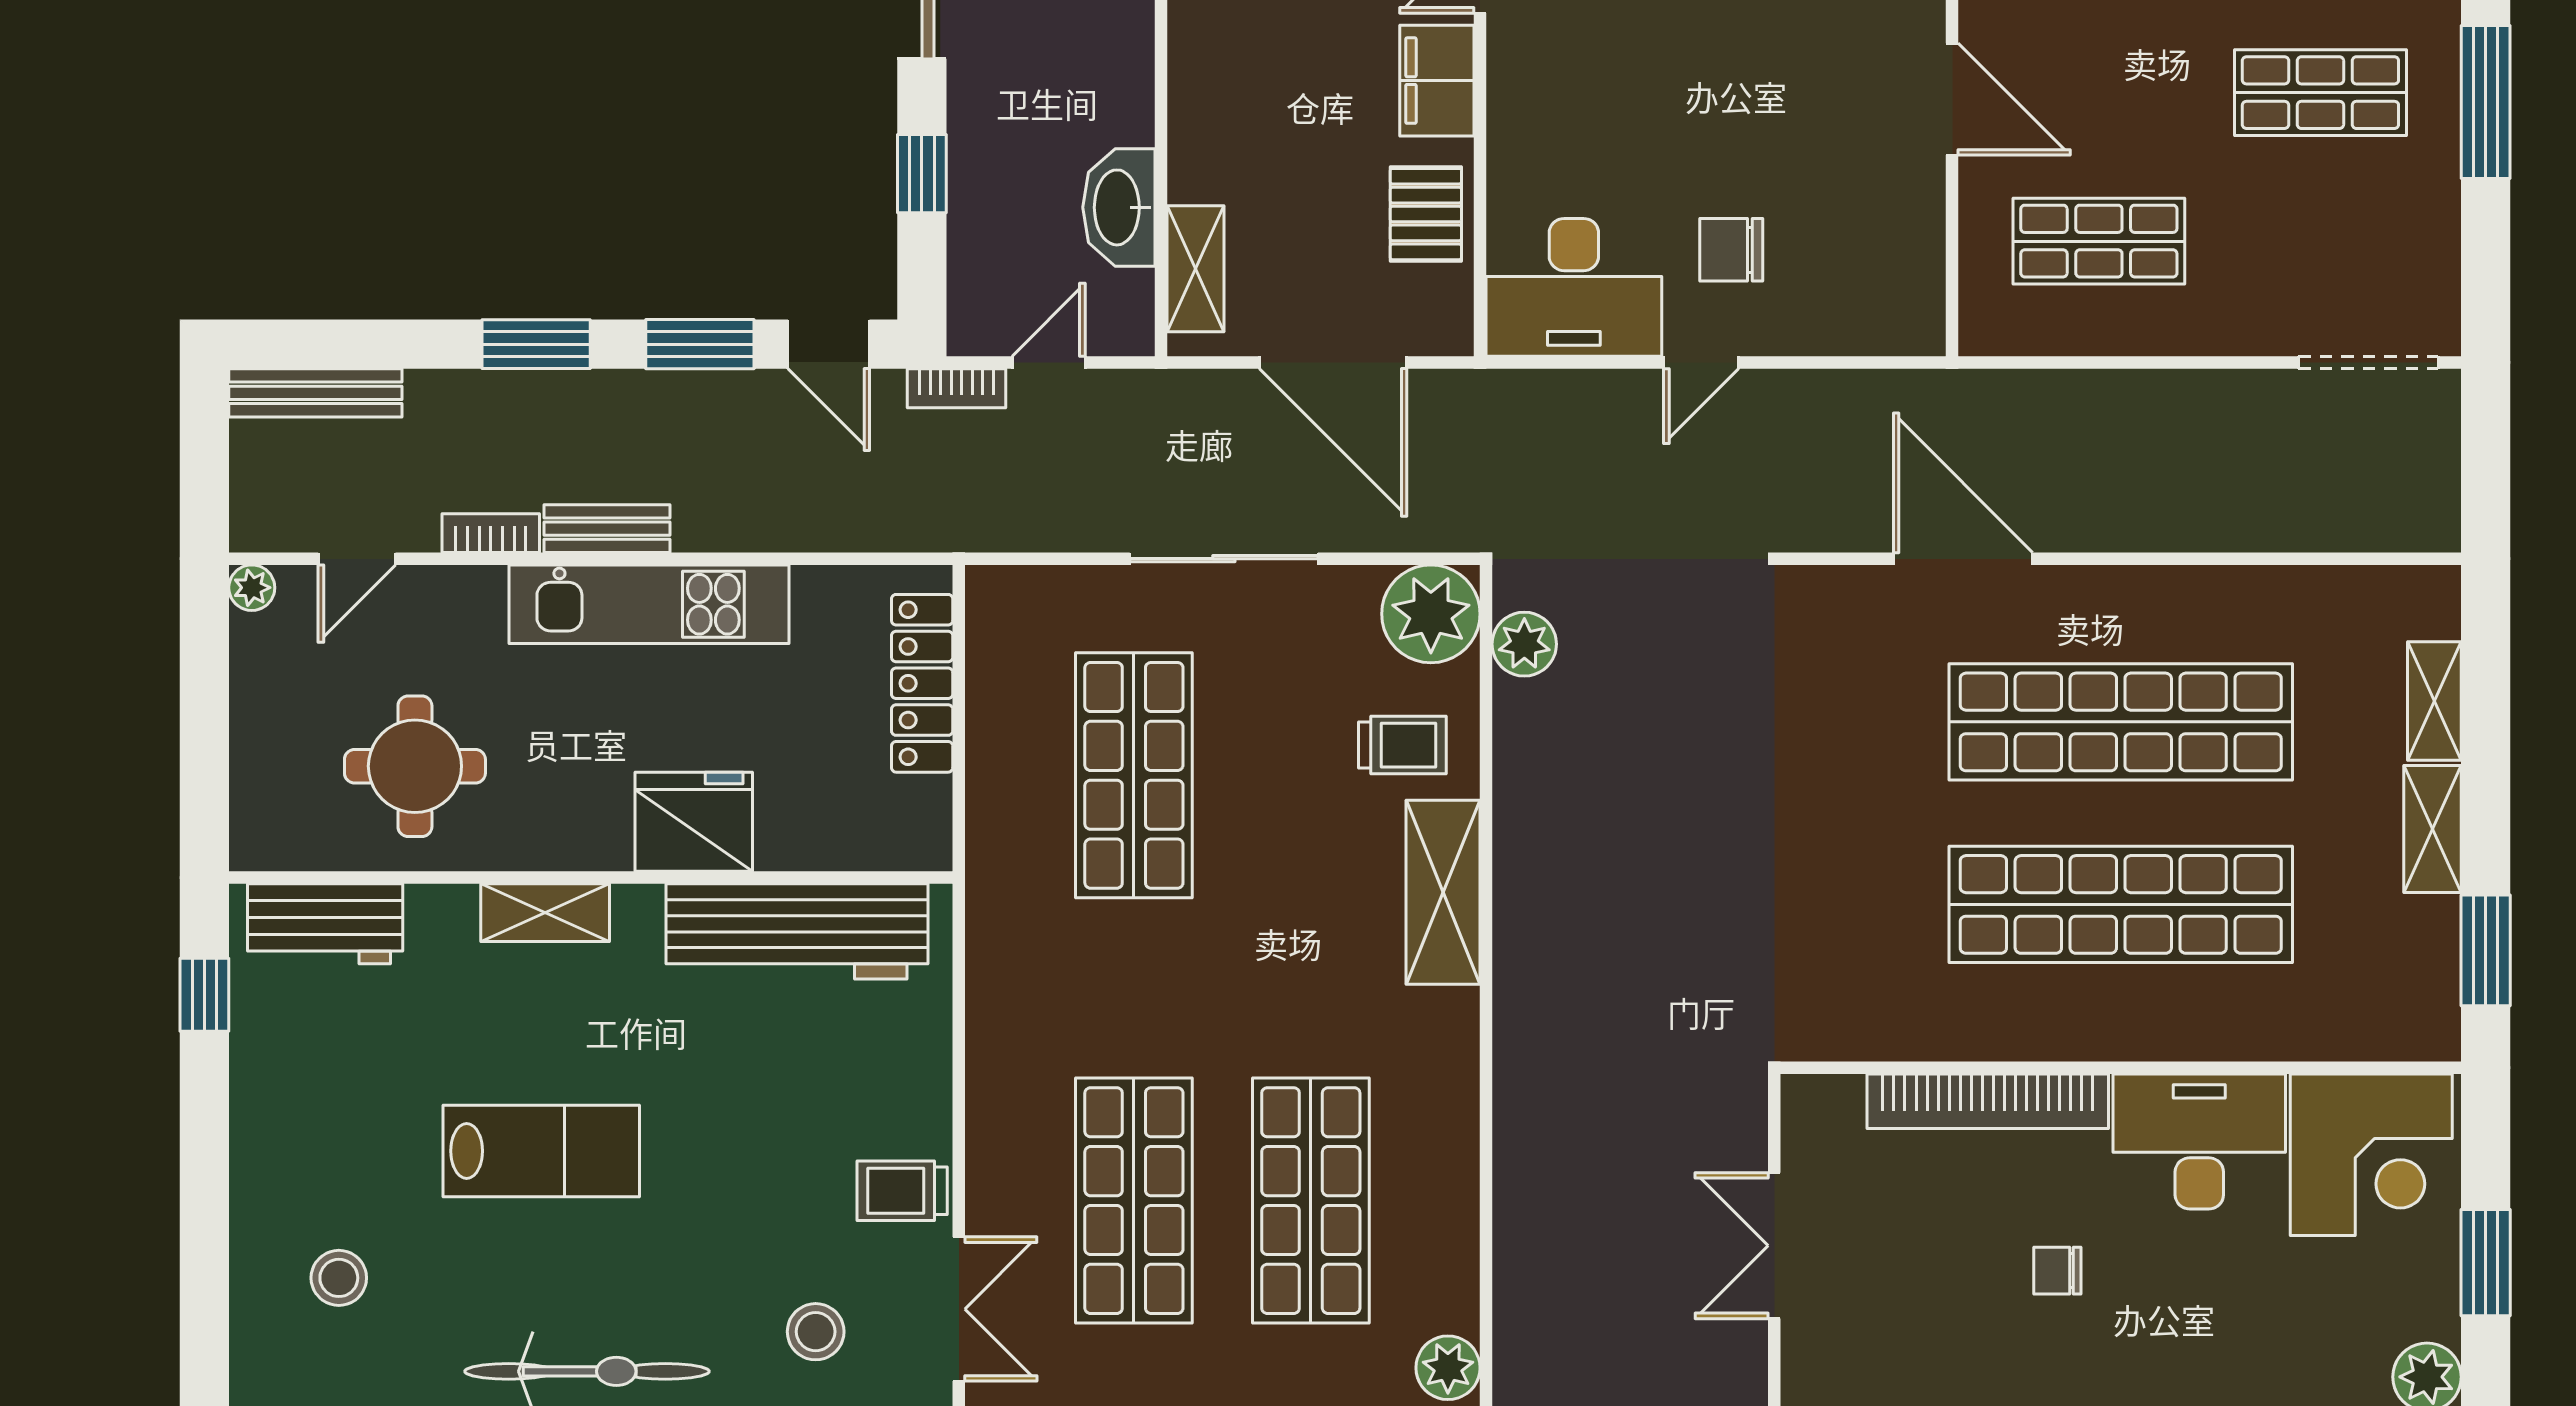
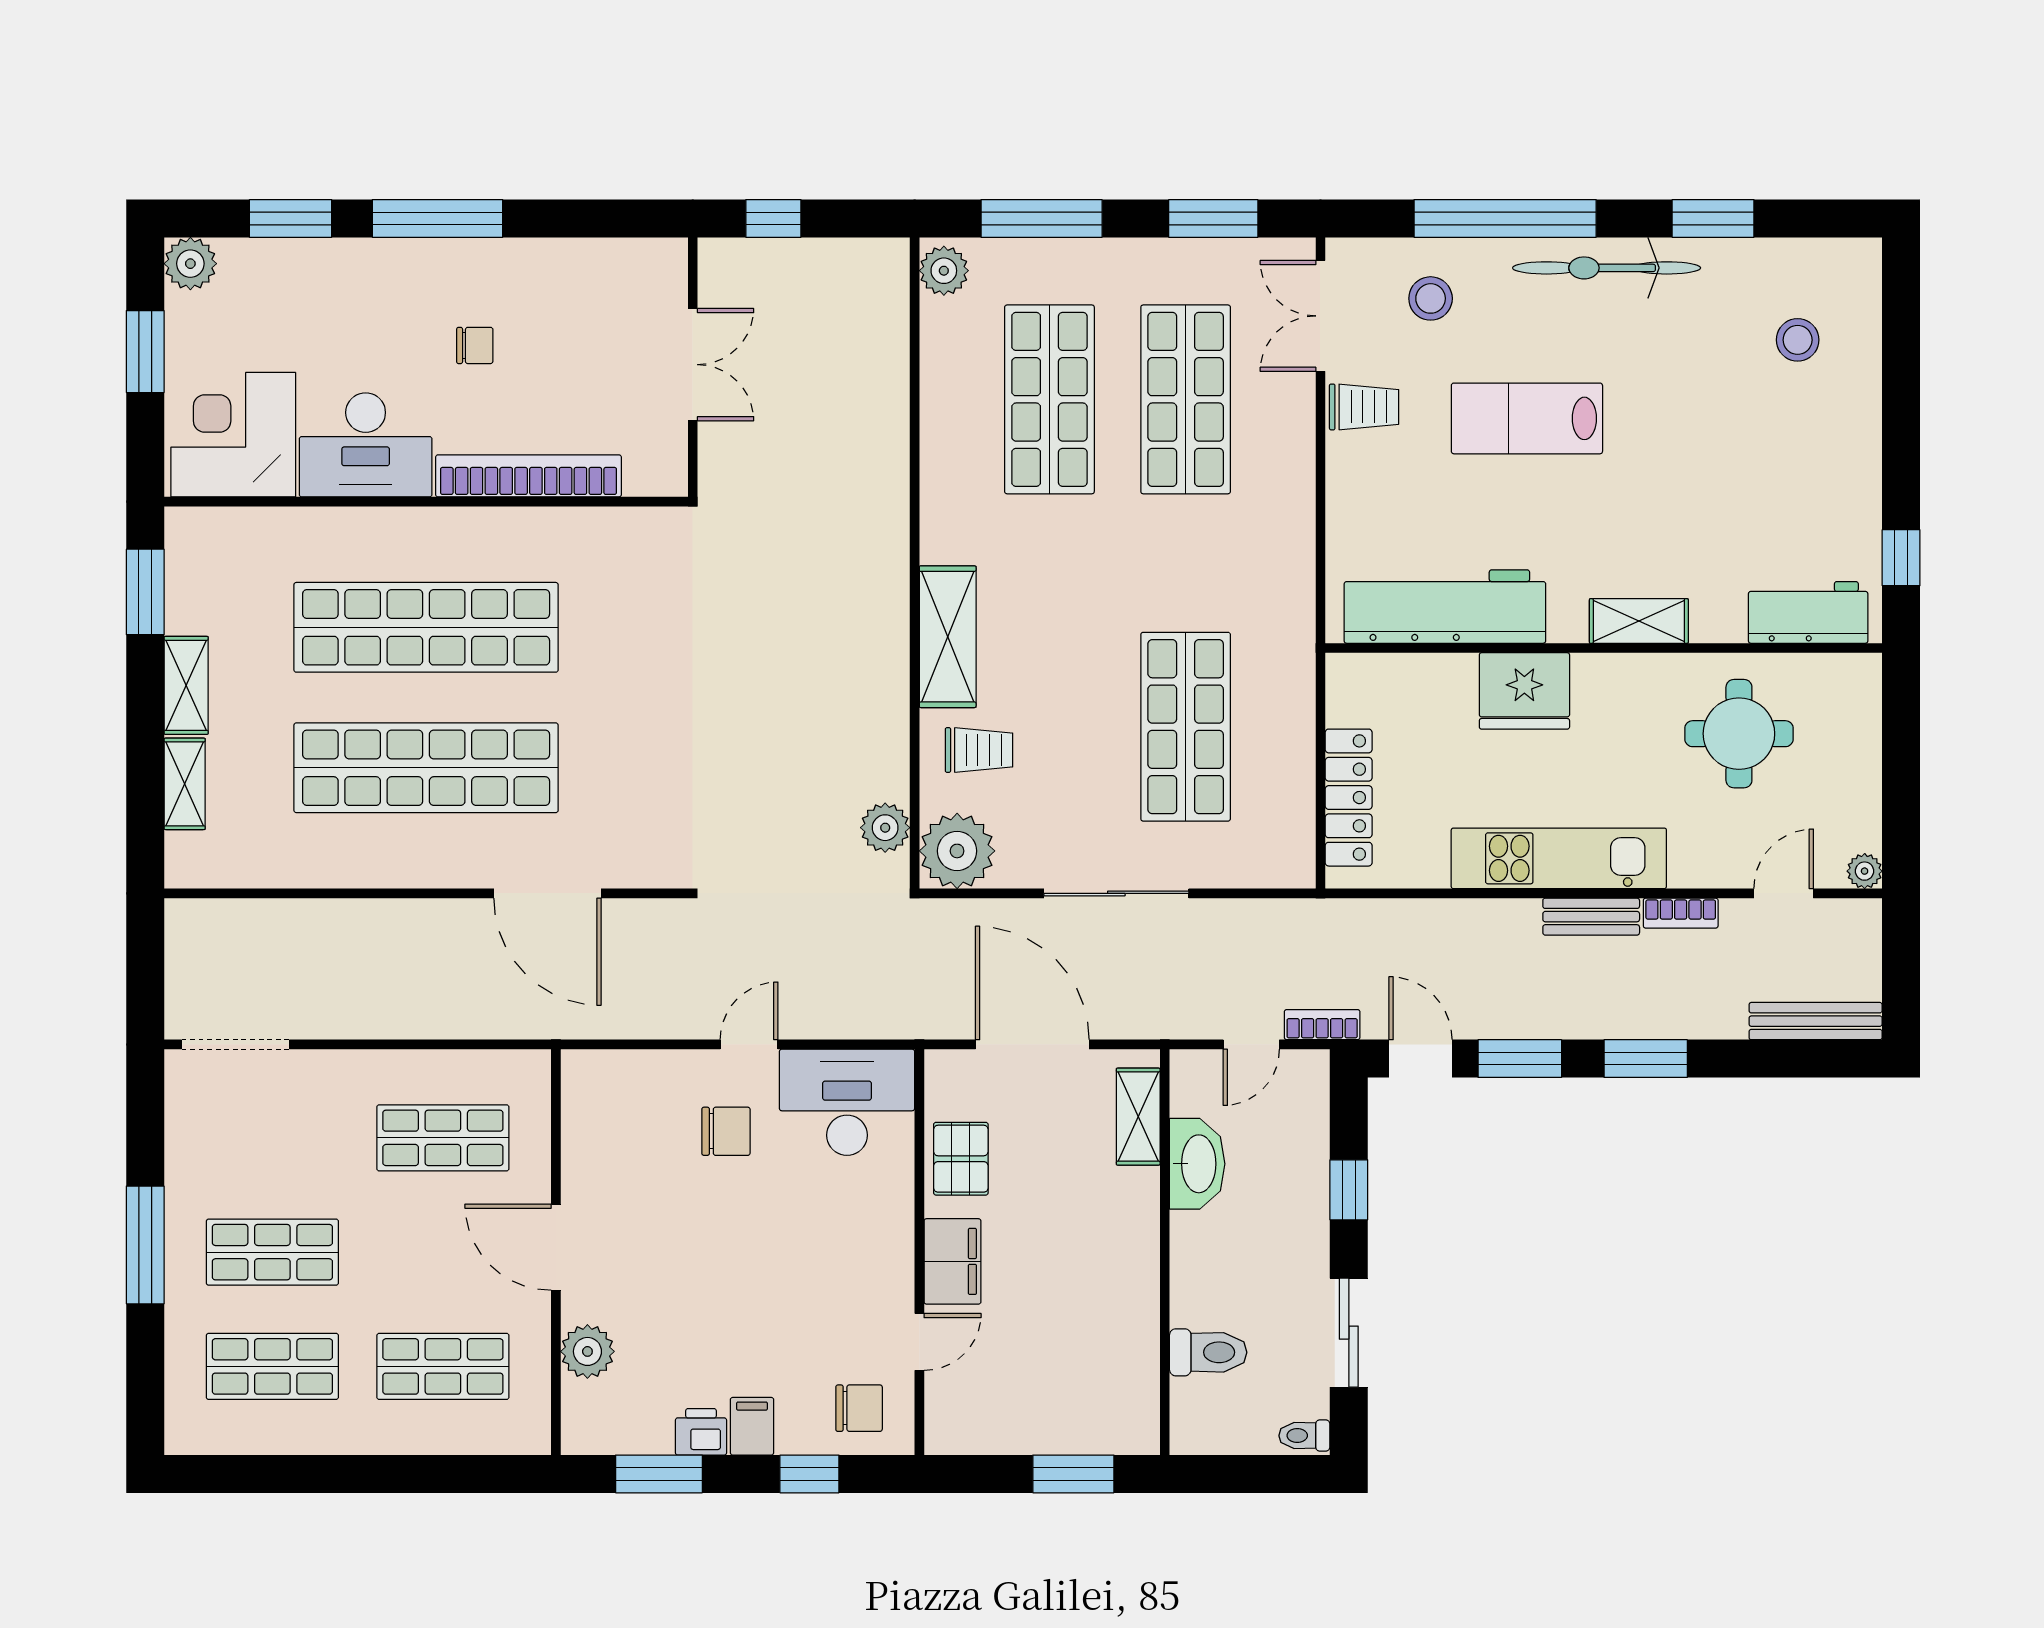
trolley: (1402, 745) -> (979, 750), turned 180
lab bench: (541, 1151) -> (1527, 418), moved

